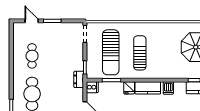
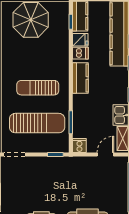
dresser: (79, 79) -> (70, 162), removed
fridge: (129, 88) -> (80, 40), moved

